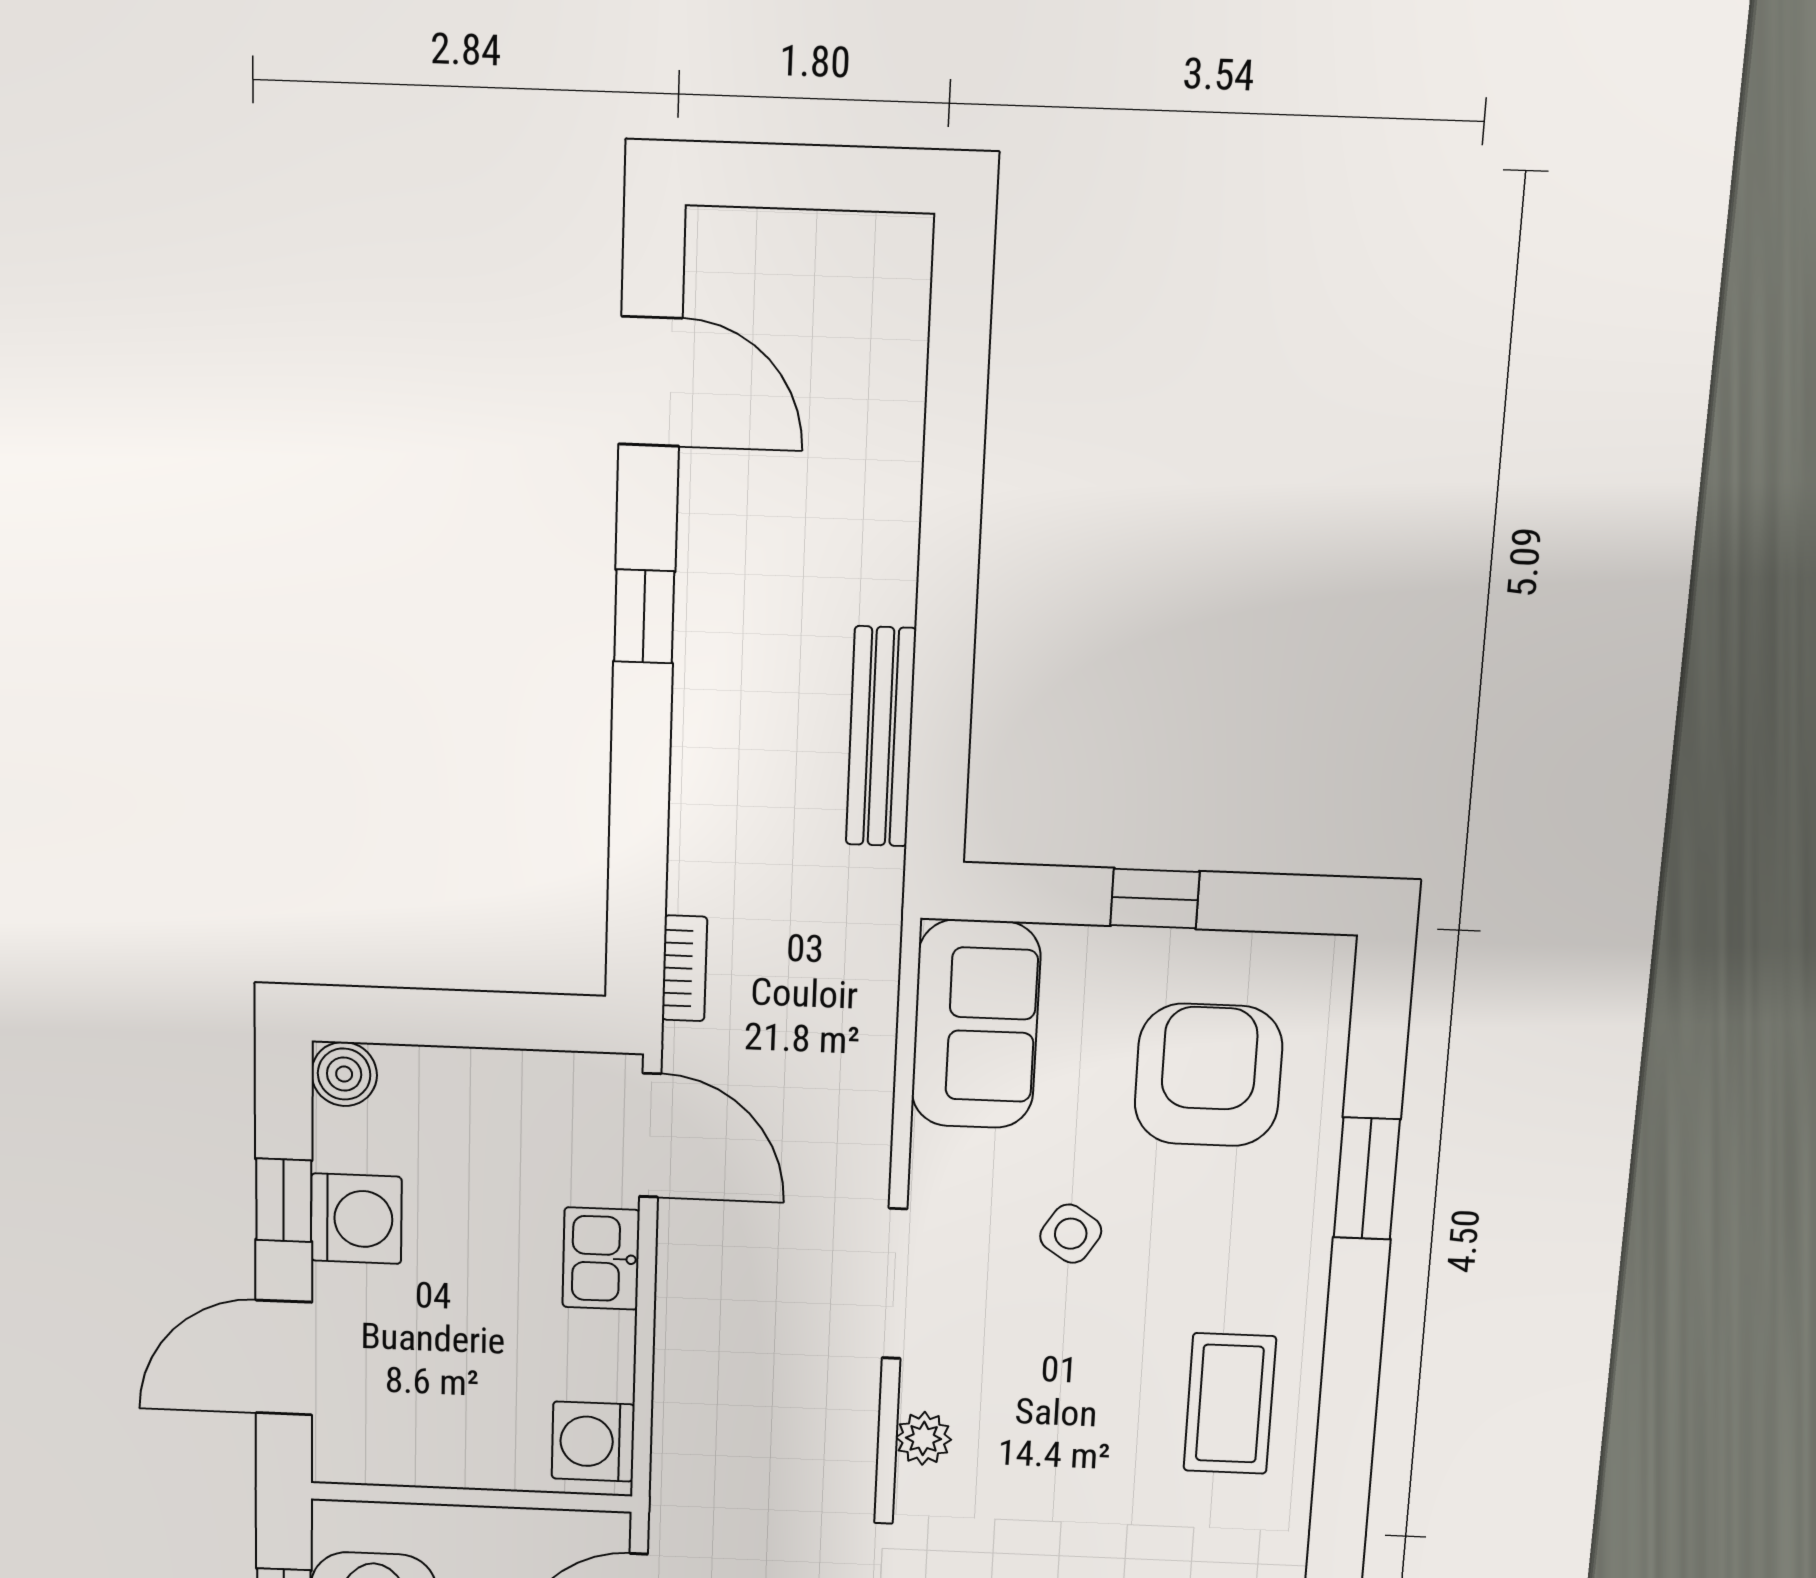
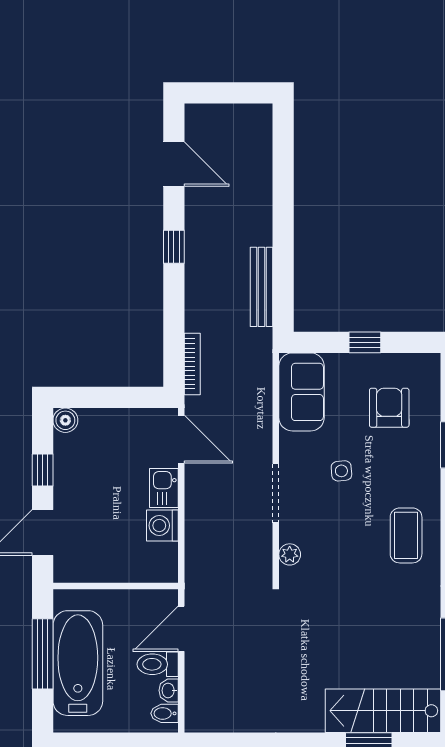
bookcase: (684, 968) -> (192, 364), width x1.56
armchair: (1208, 1075) -> (389, 408), width x0.73, depth x0.73
washing machine: (356, 1219) -> (70, 476), removed
side table: (1071, 1234) -> (341, 471), turned -38
washing machine: (593, 1442) -> (162, 525), moved

